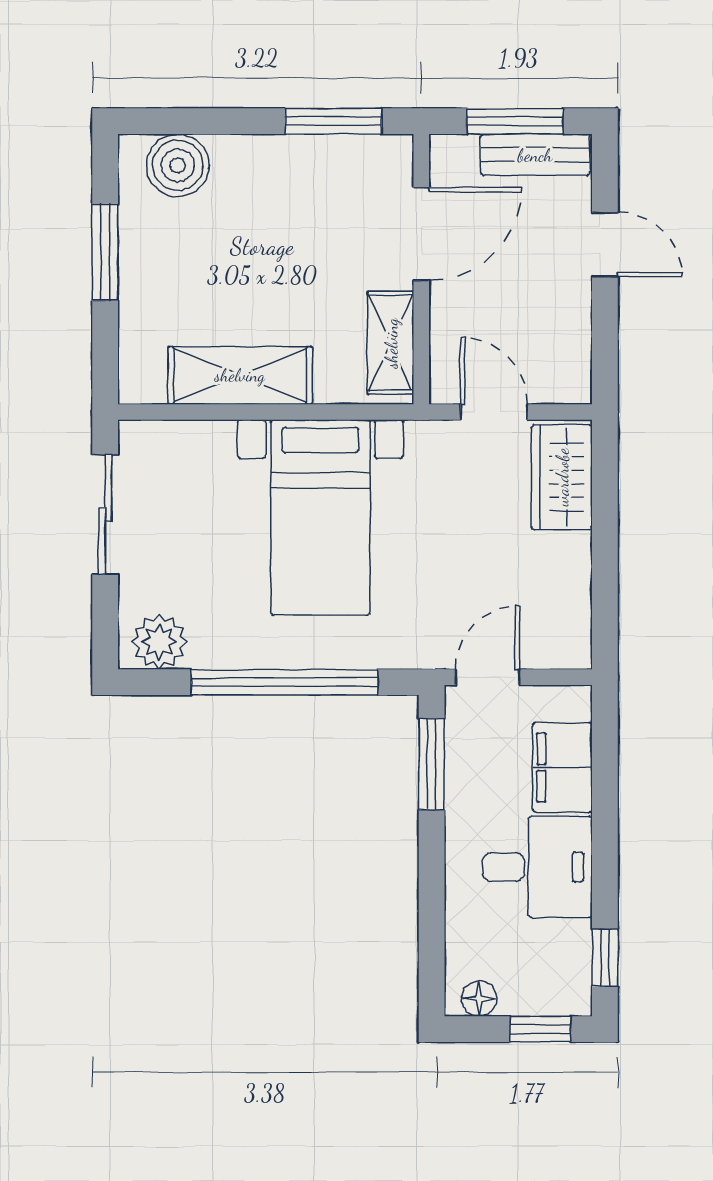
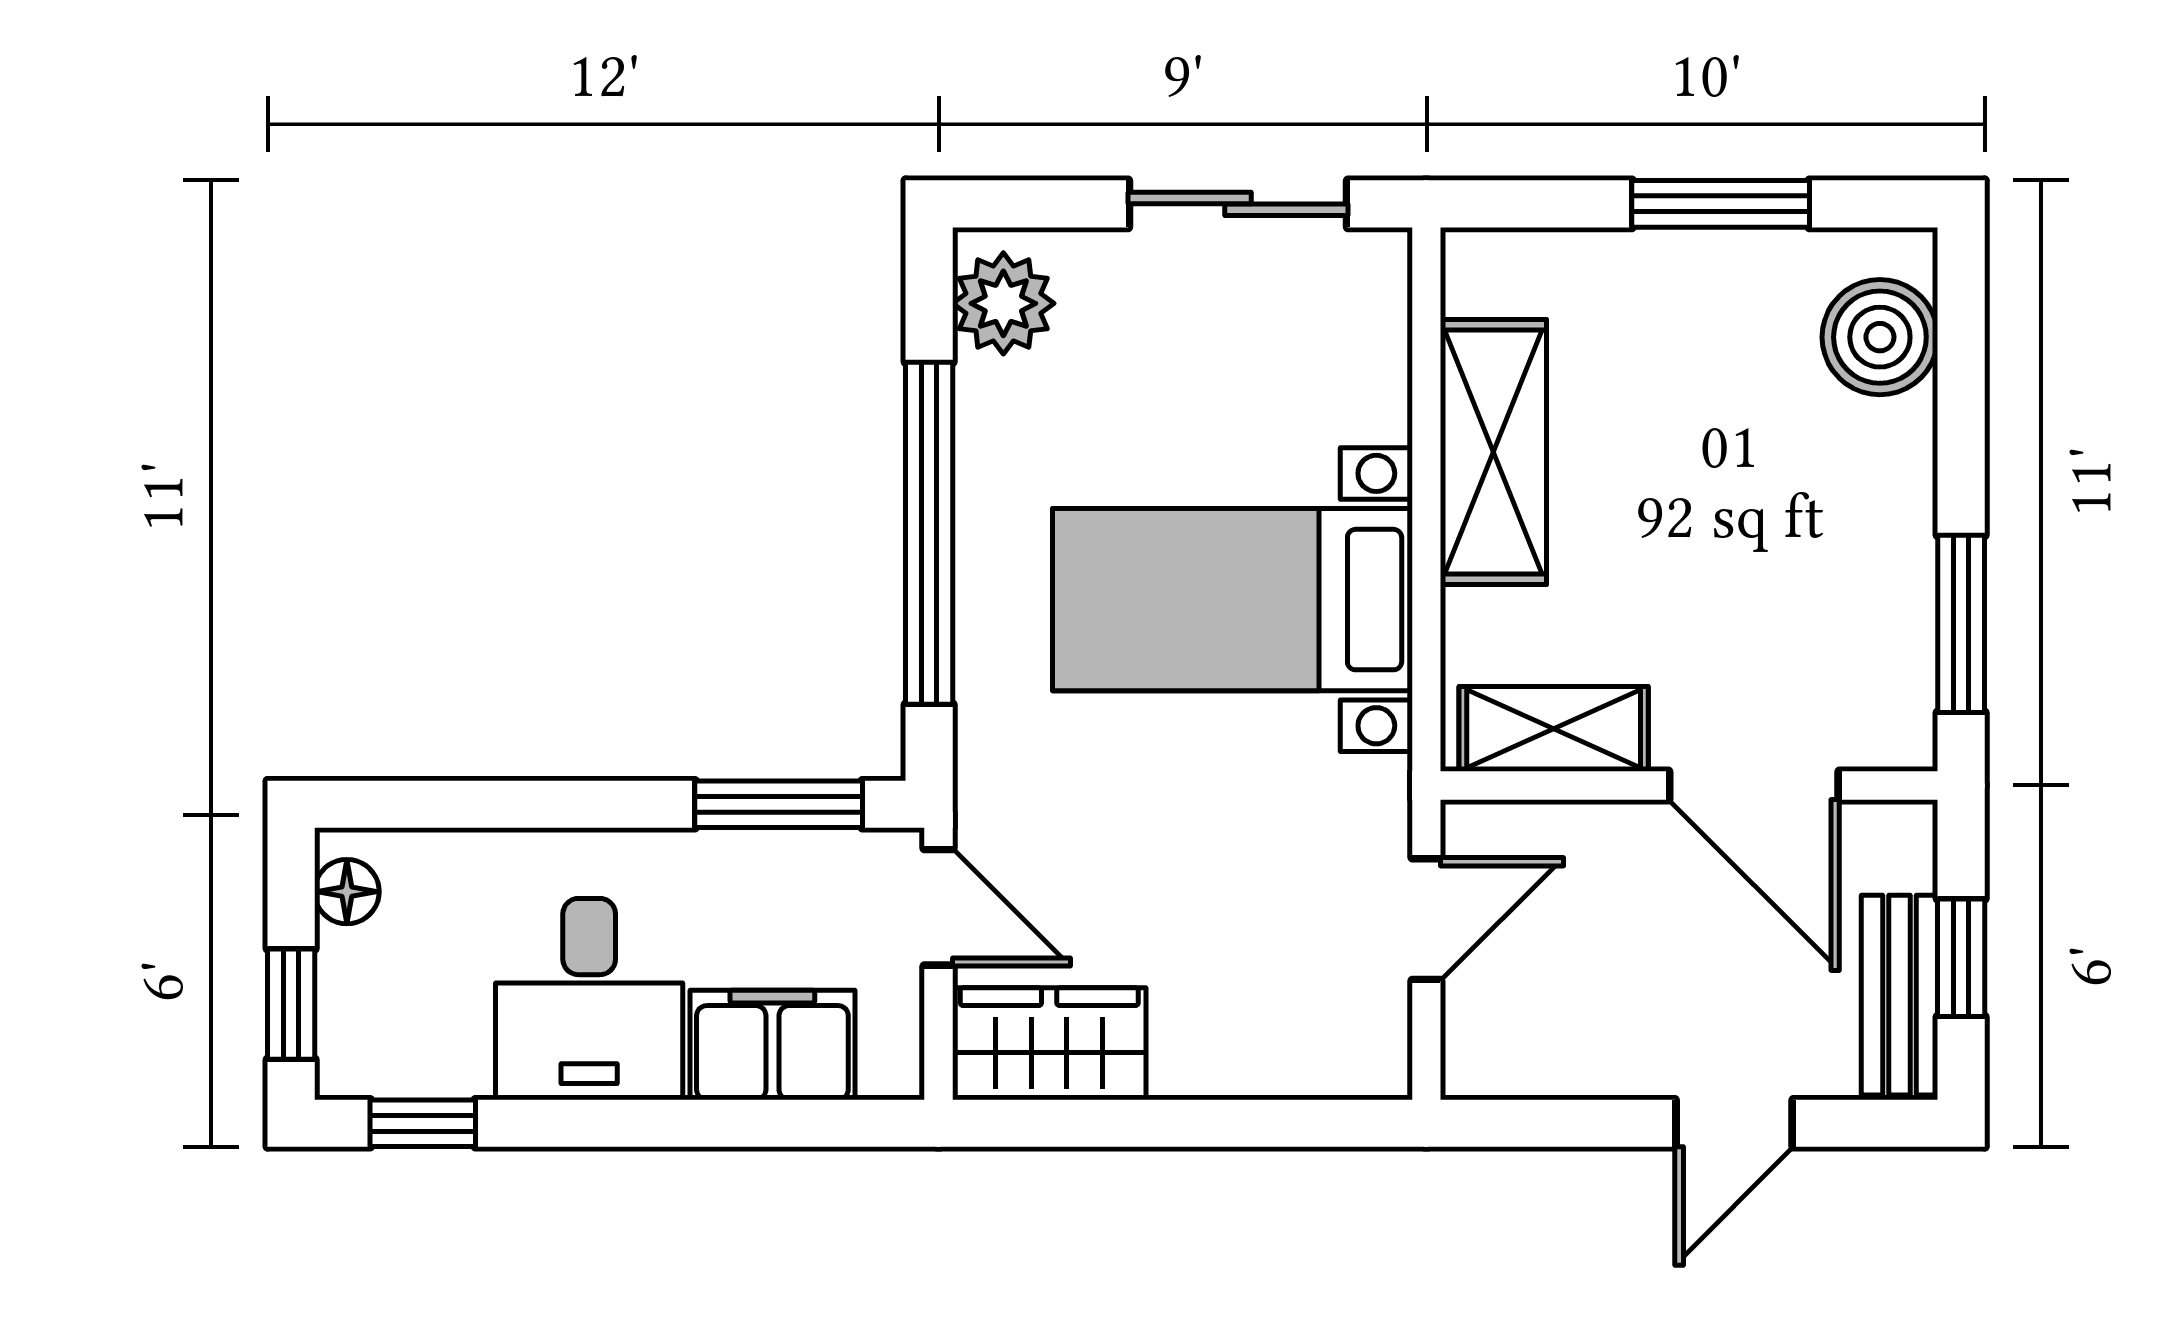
window: (515, 121) -> (1961, 958), width x0.67
wardrobe: (562, 477) -> (1049, 1044), moved

